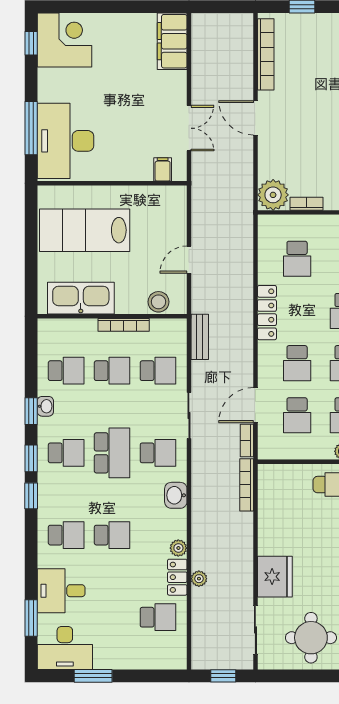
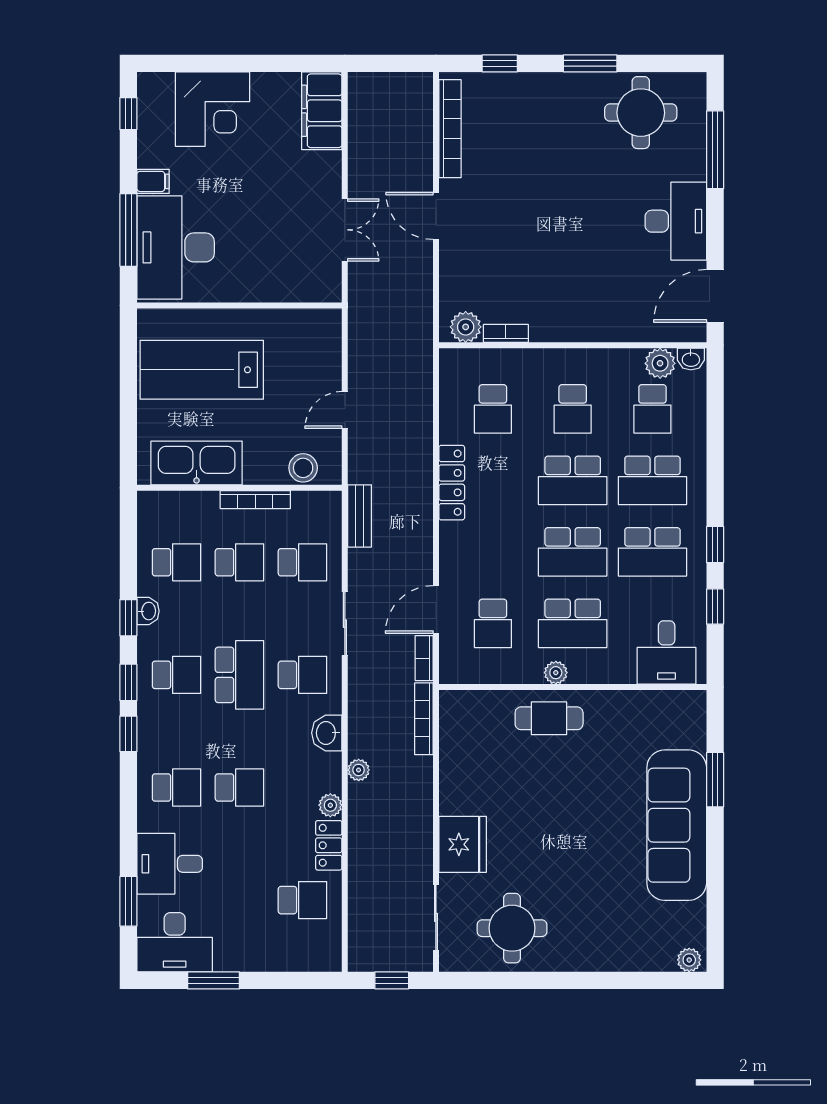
corner desk: (64, 40) -> (212, 109), moved, turned 90
filing cabinet: (163, 169) -> (153, 181), moved, turned 90
plant: (273, 195) -> (466, 327), width x0.73, depth x0.73
school desk: (297, 363) -> (493, 552), removed
plant: (199, 579) -> (359, 770), moved

